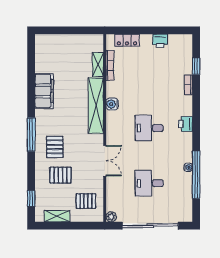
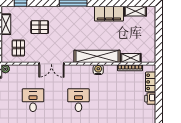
printer: (160, 41) -> (150, 99), moved
shelving: (41, 59) -> (135, 11), added
pallet: (55, 147) -> (63, 22), removed
pallet: (60, 175) -> (40, 27), turned 90

